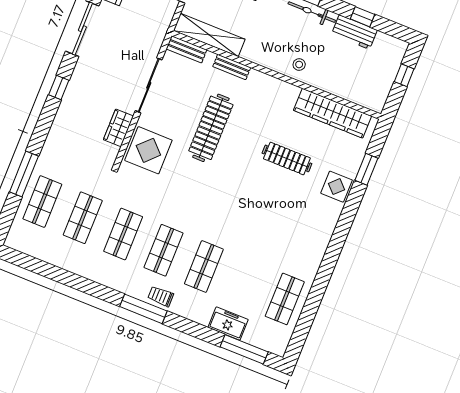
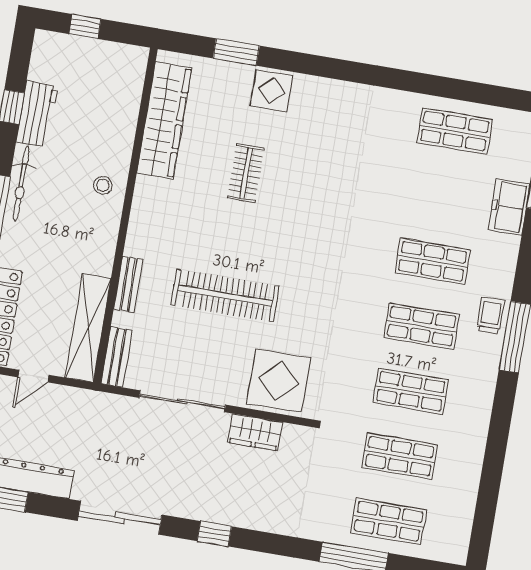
clothes rail: (287, 158) -> (246, 173), width x0.73
trolley: (161, 296) -> (491, 315), turned 180

